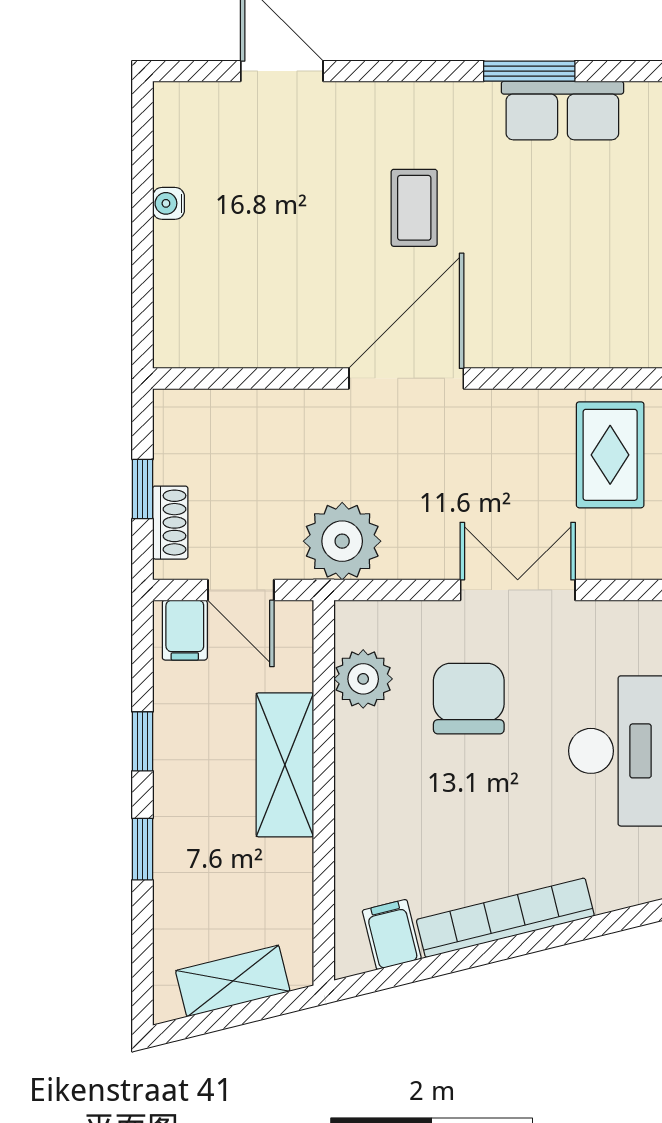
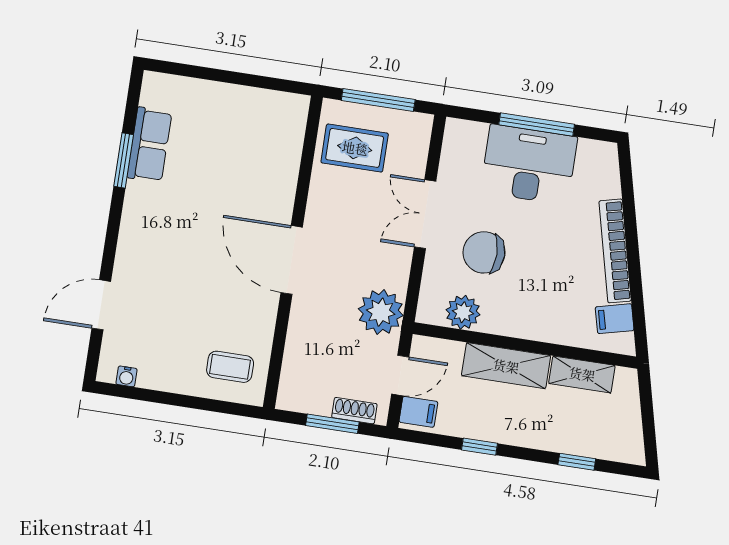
water cooler: (168, 203) -> (126, 376), moved
coffee table: (414, 208) -> (230, 367), moved
window: (142, 489) -> (332, 424), width x1.50
window: (142, 849) -> (577, 462), moved
shelving: (233, 981) -> (582, 374), moved, turned -76

